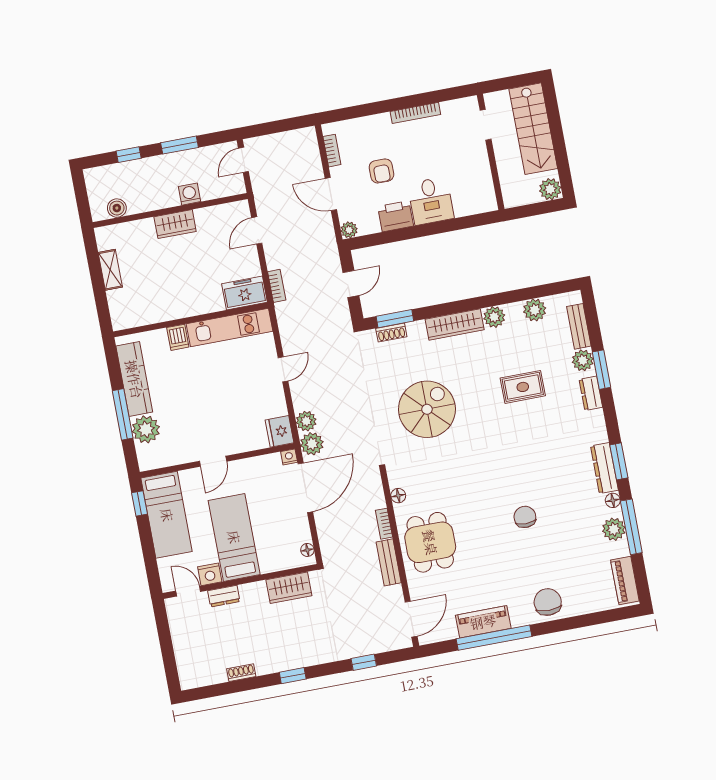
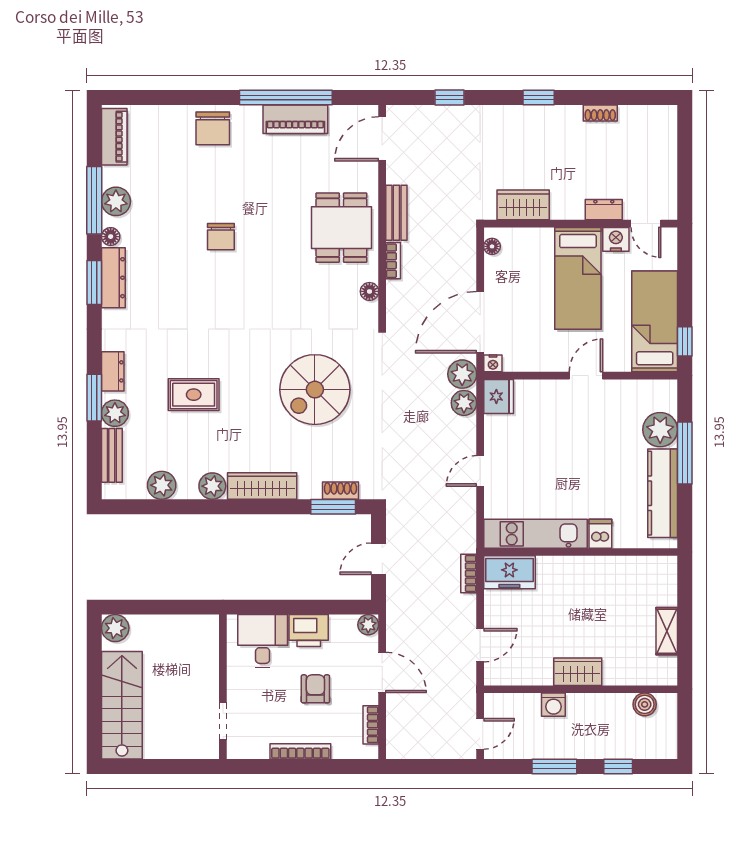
bookcase: (415, 113) -> (300, 751), moved
doorway: (486, 125) -> (223, 721), moved
wall: (491, 152) -> (223, 687), moved

